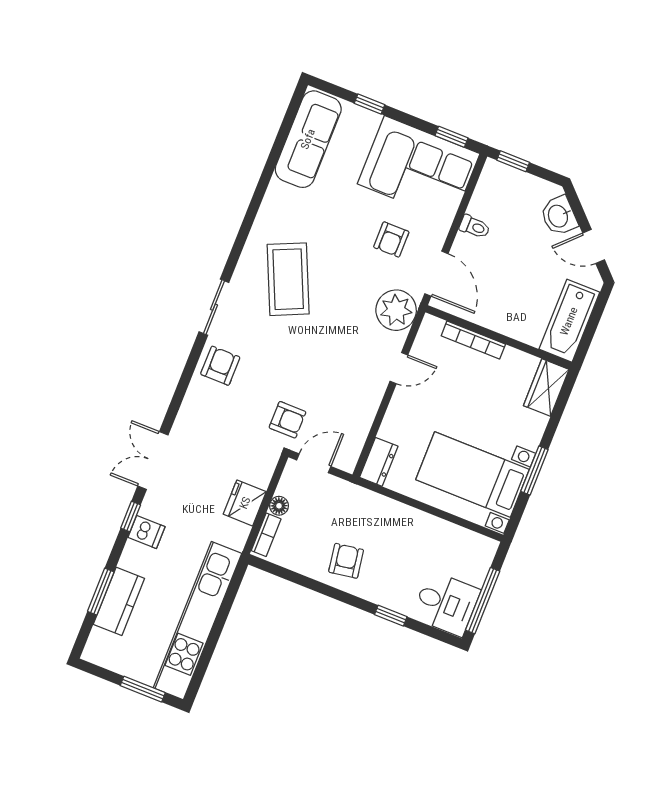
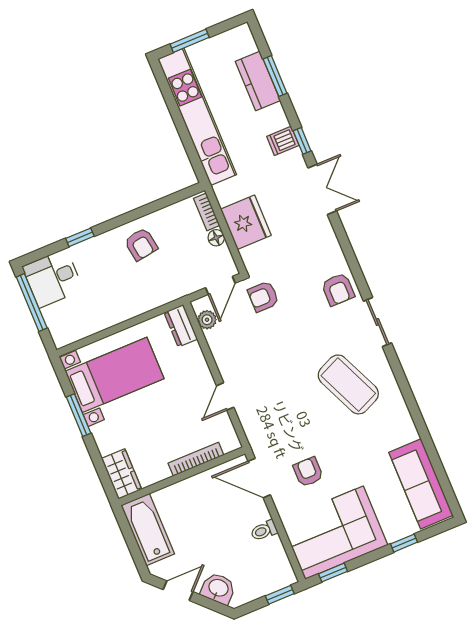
plant: (396, 310) -> (207, 320), moved, width x0.53, depth x0.53
fridge: (245, 503) -> (246, 222), width x1.36, depth x1.34

